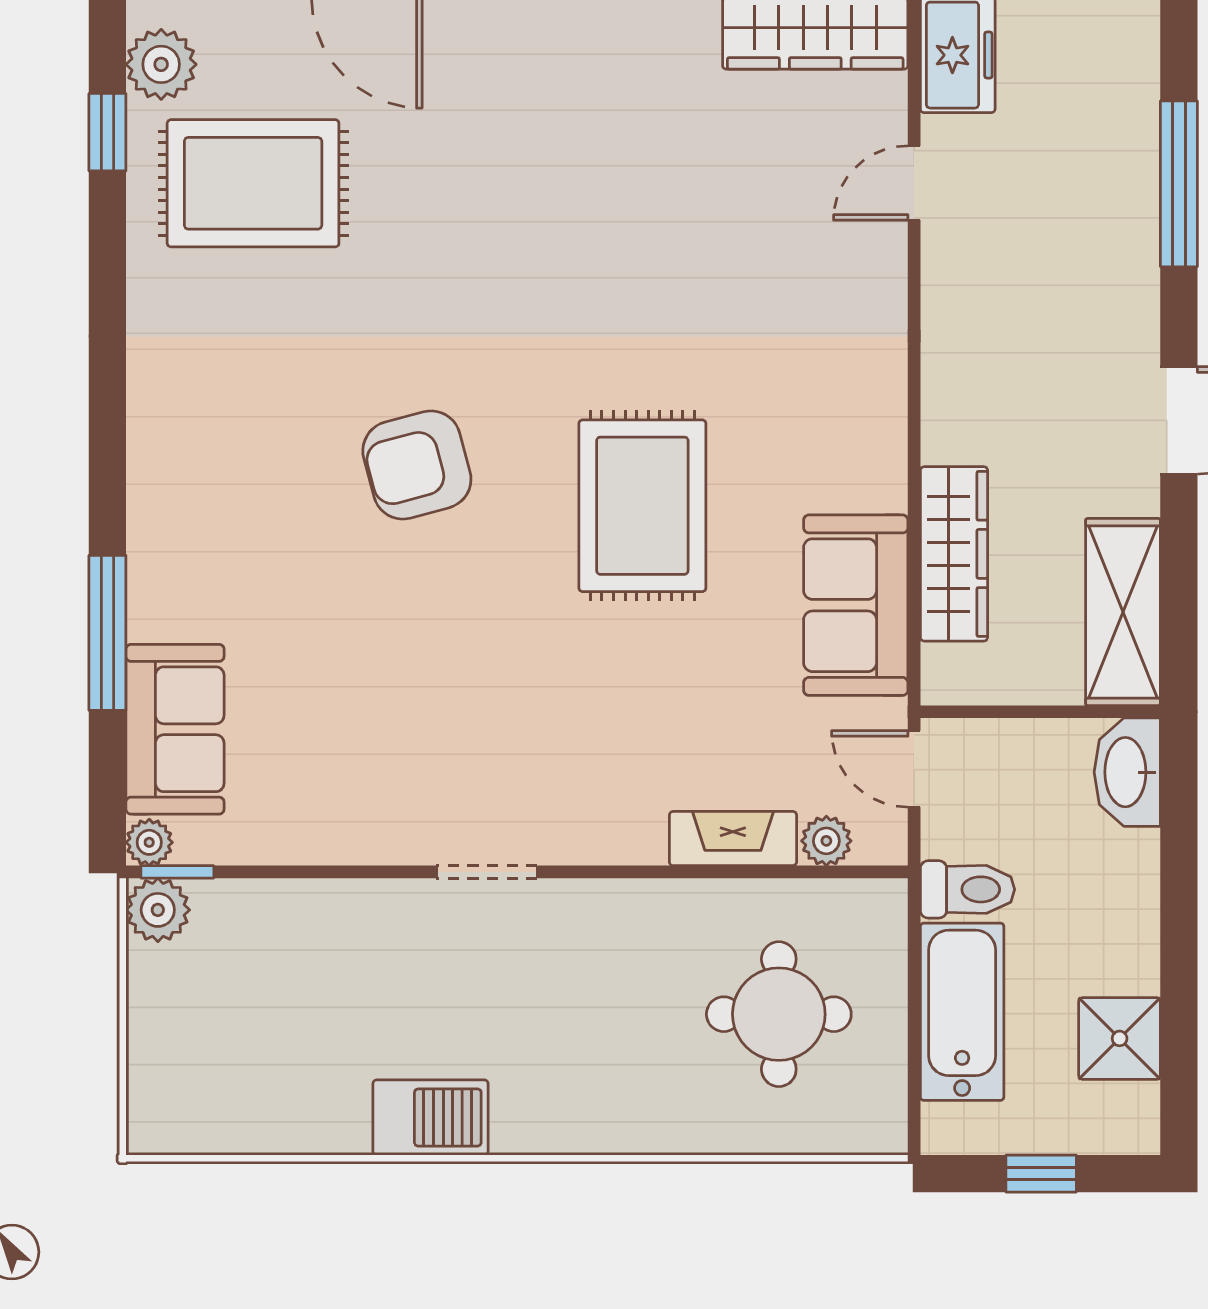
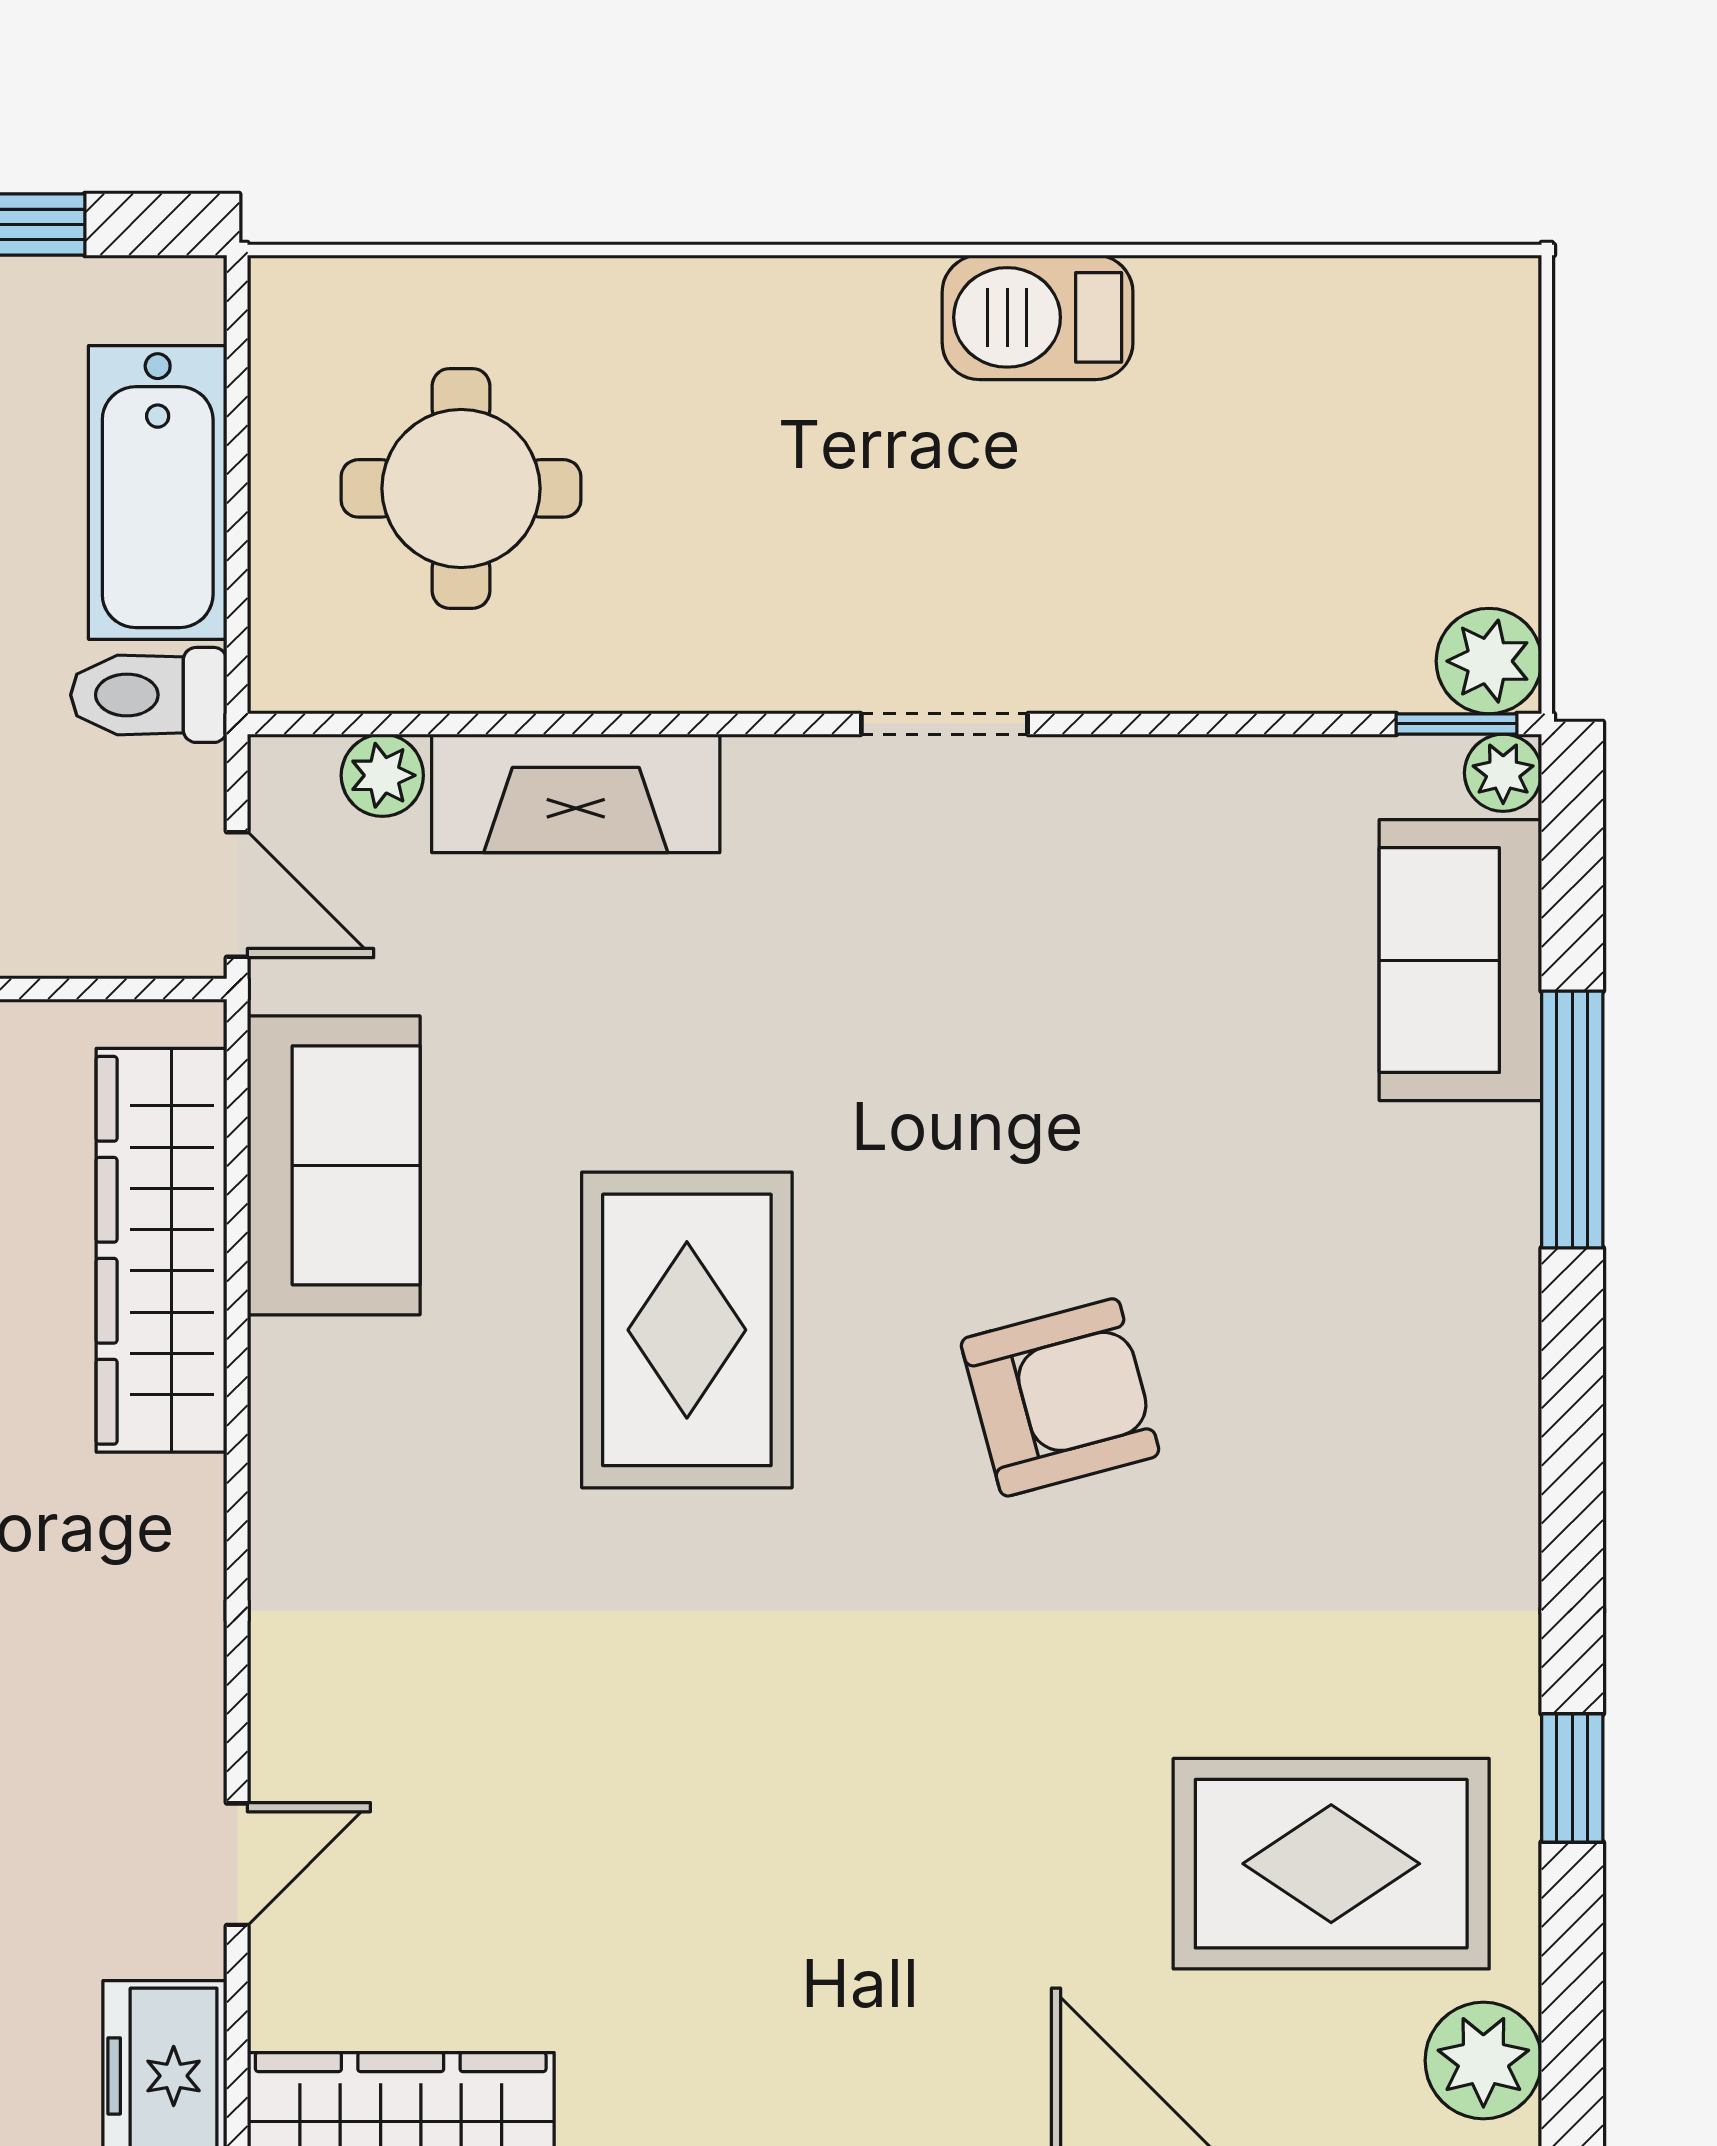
window: (107, 132) -> (1572, 1778), moved
wardrobe: (954, 554) -> (162, 1250), width x1.40, depth x1.17
fireplace: (733, 839) -> (576, 793), width x1.37, depth x1.32

